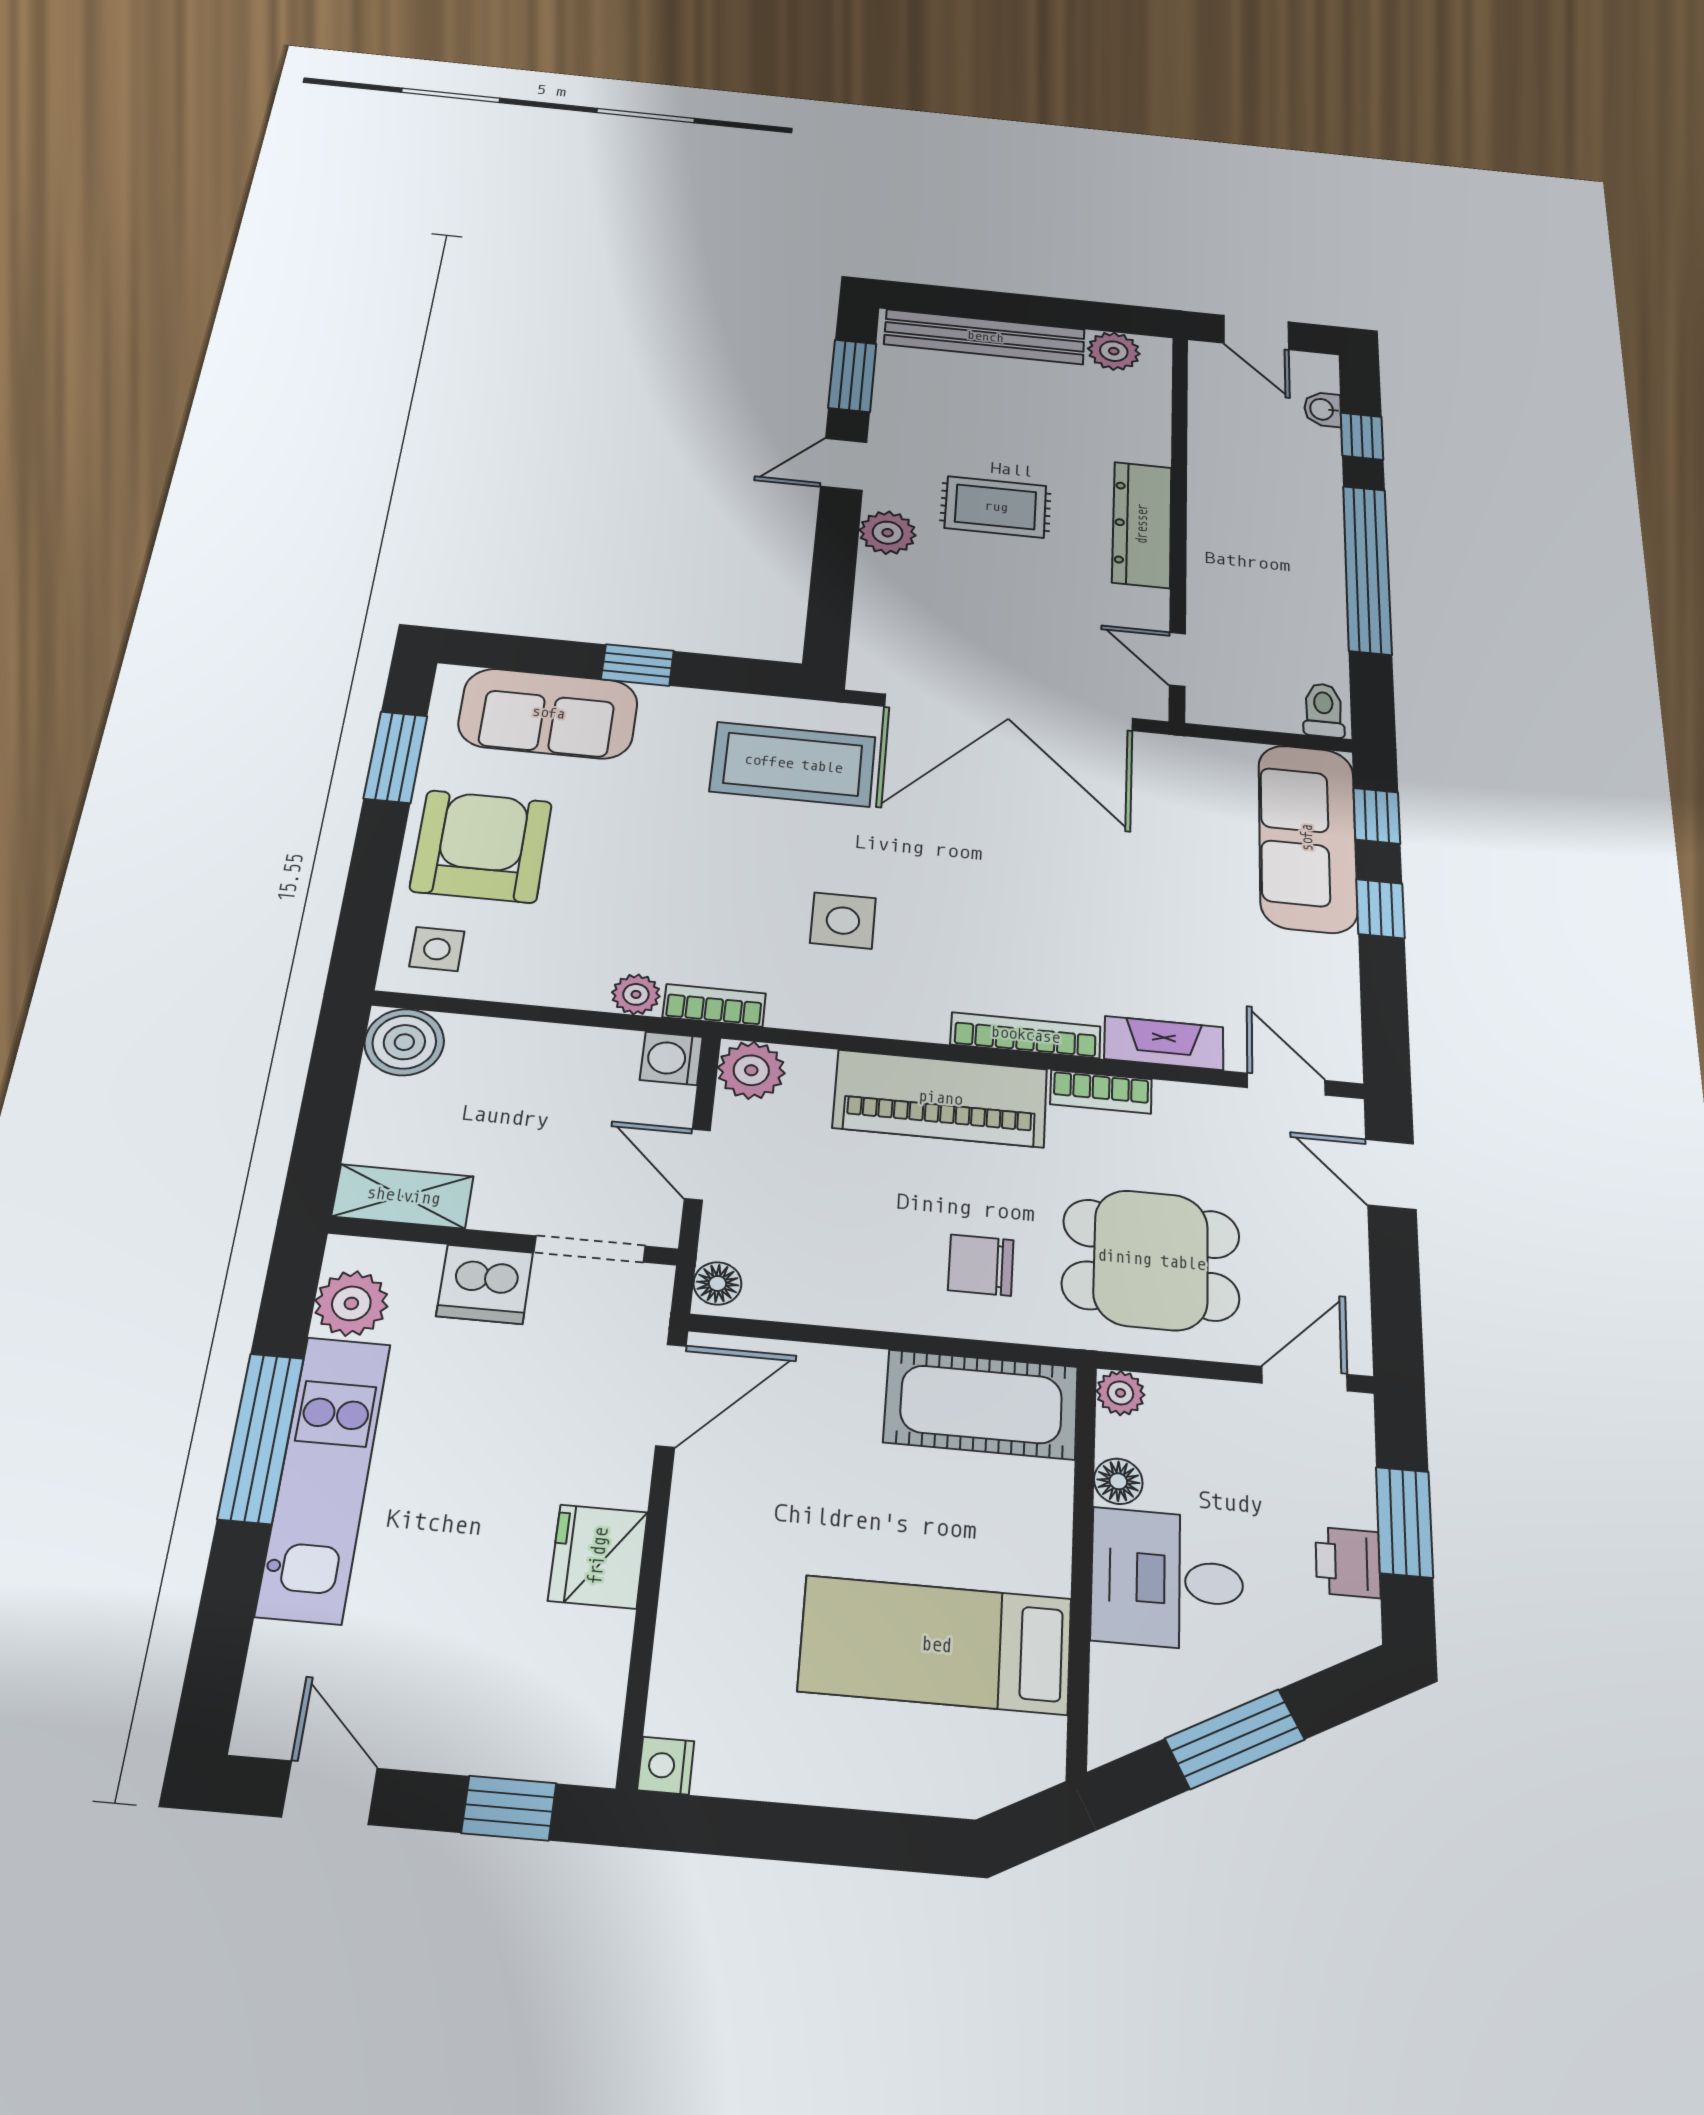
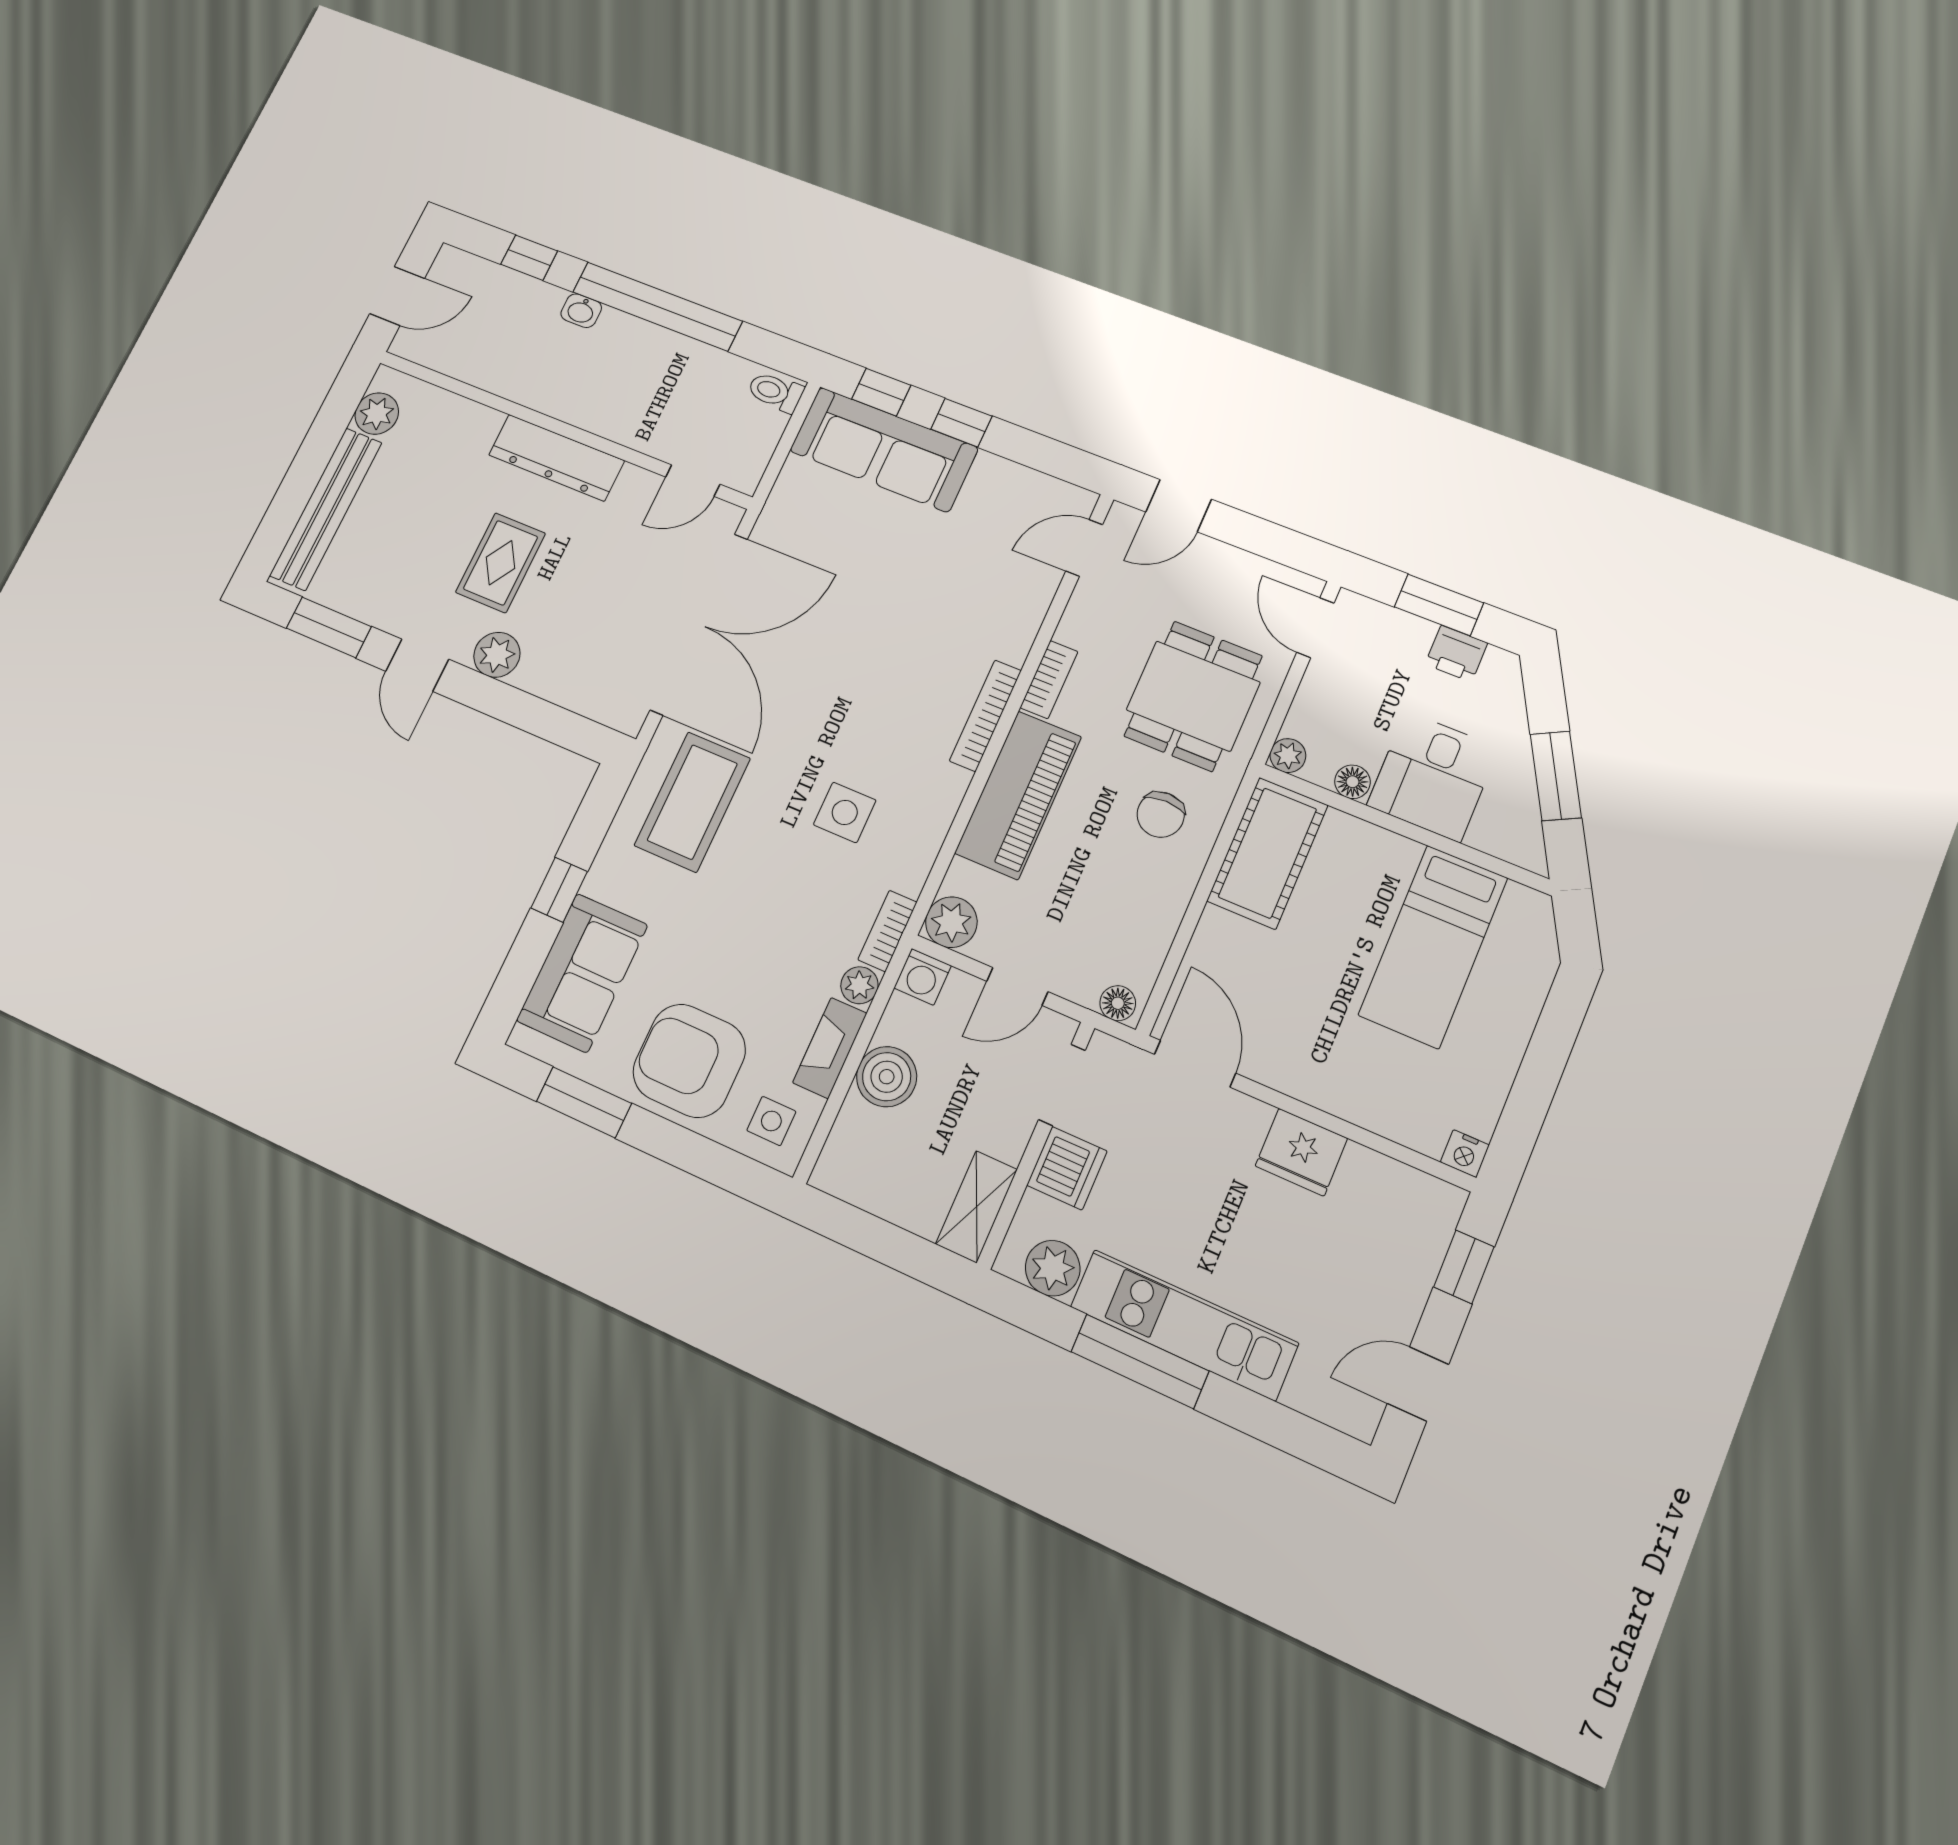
washbasin: (1323, 409) -> (581, 311), moved
boiler: (404, 1042) -> (887, 1077), moved
fireplace: (1164, 1043) -> (830, 1048), moved

